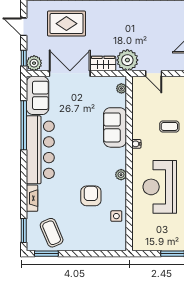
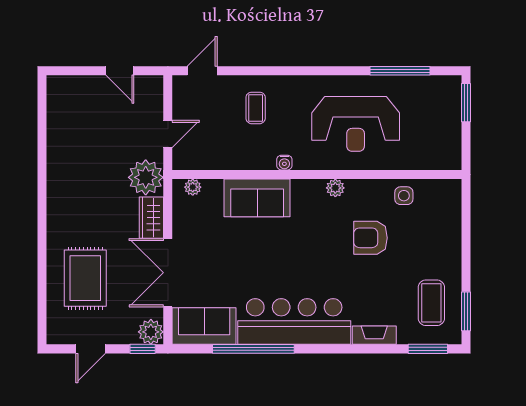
coffee table: (52, 233) -> (431, 303), turned -67

